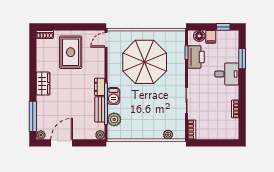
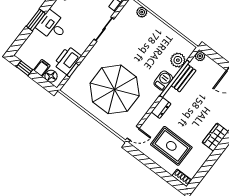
rug: (71, 52) -> (171, 146), turned 90
window: (242, 59) -> (36, 20), moved
dresser: (100, 87) -> (161, 108), moved

